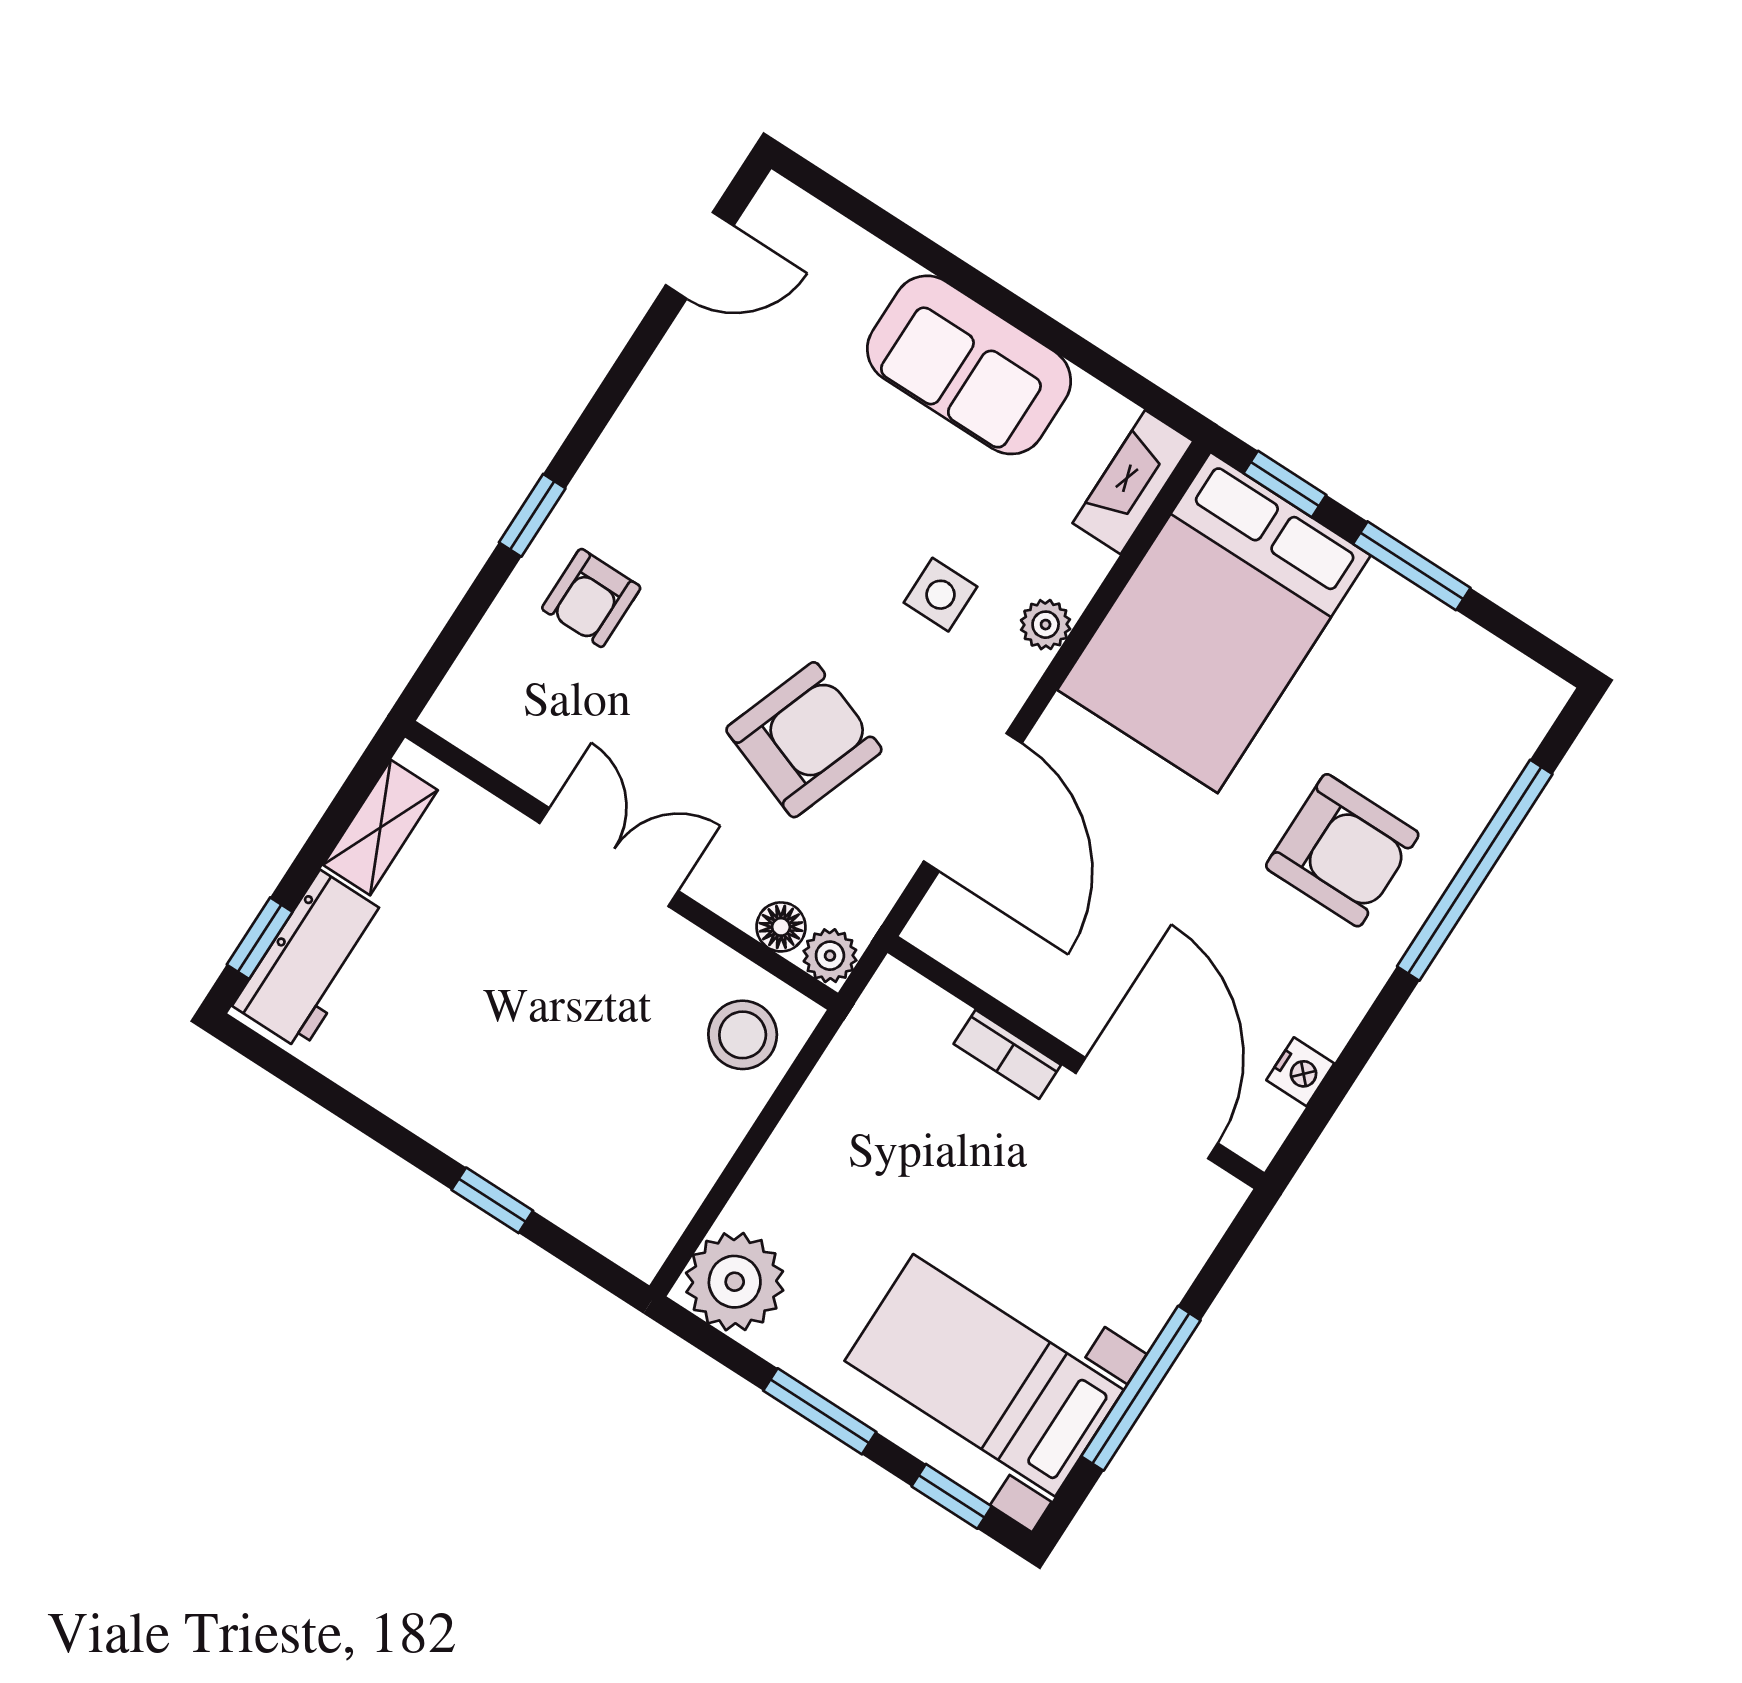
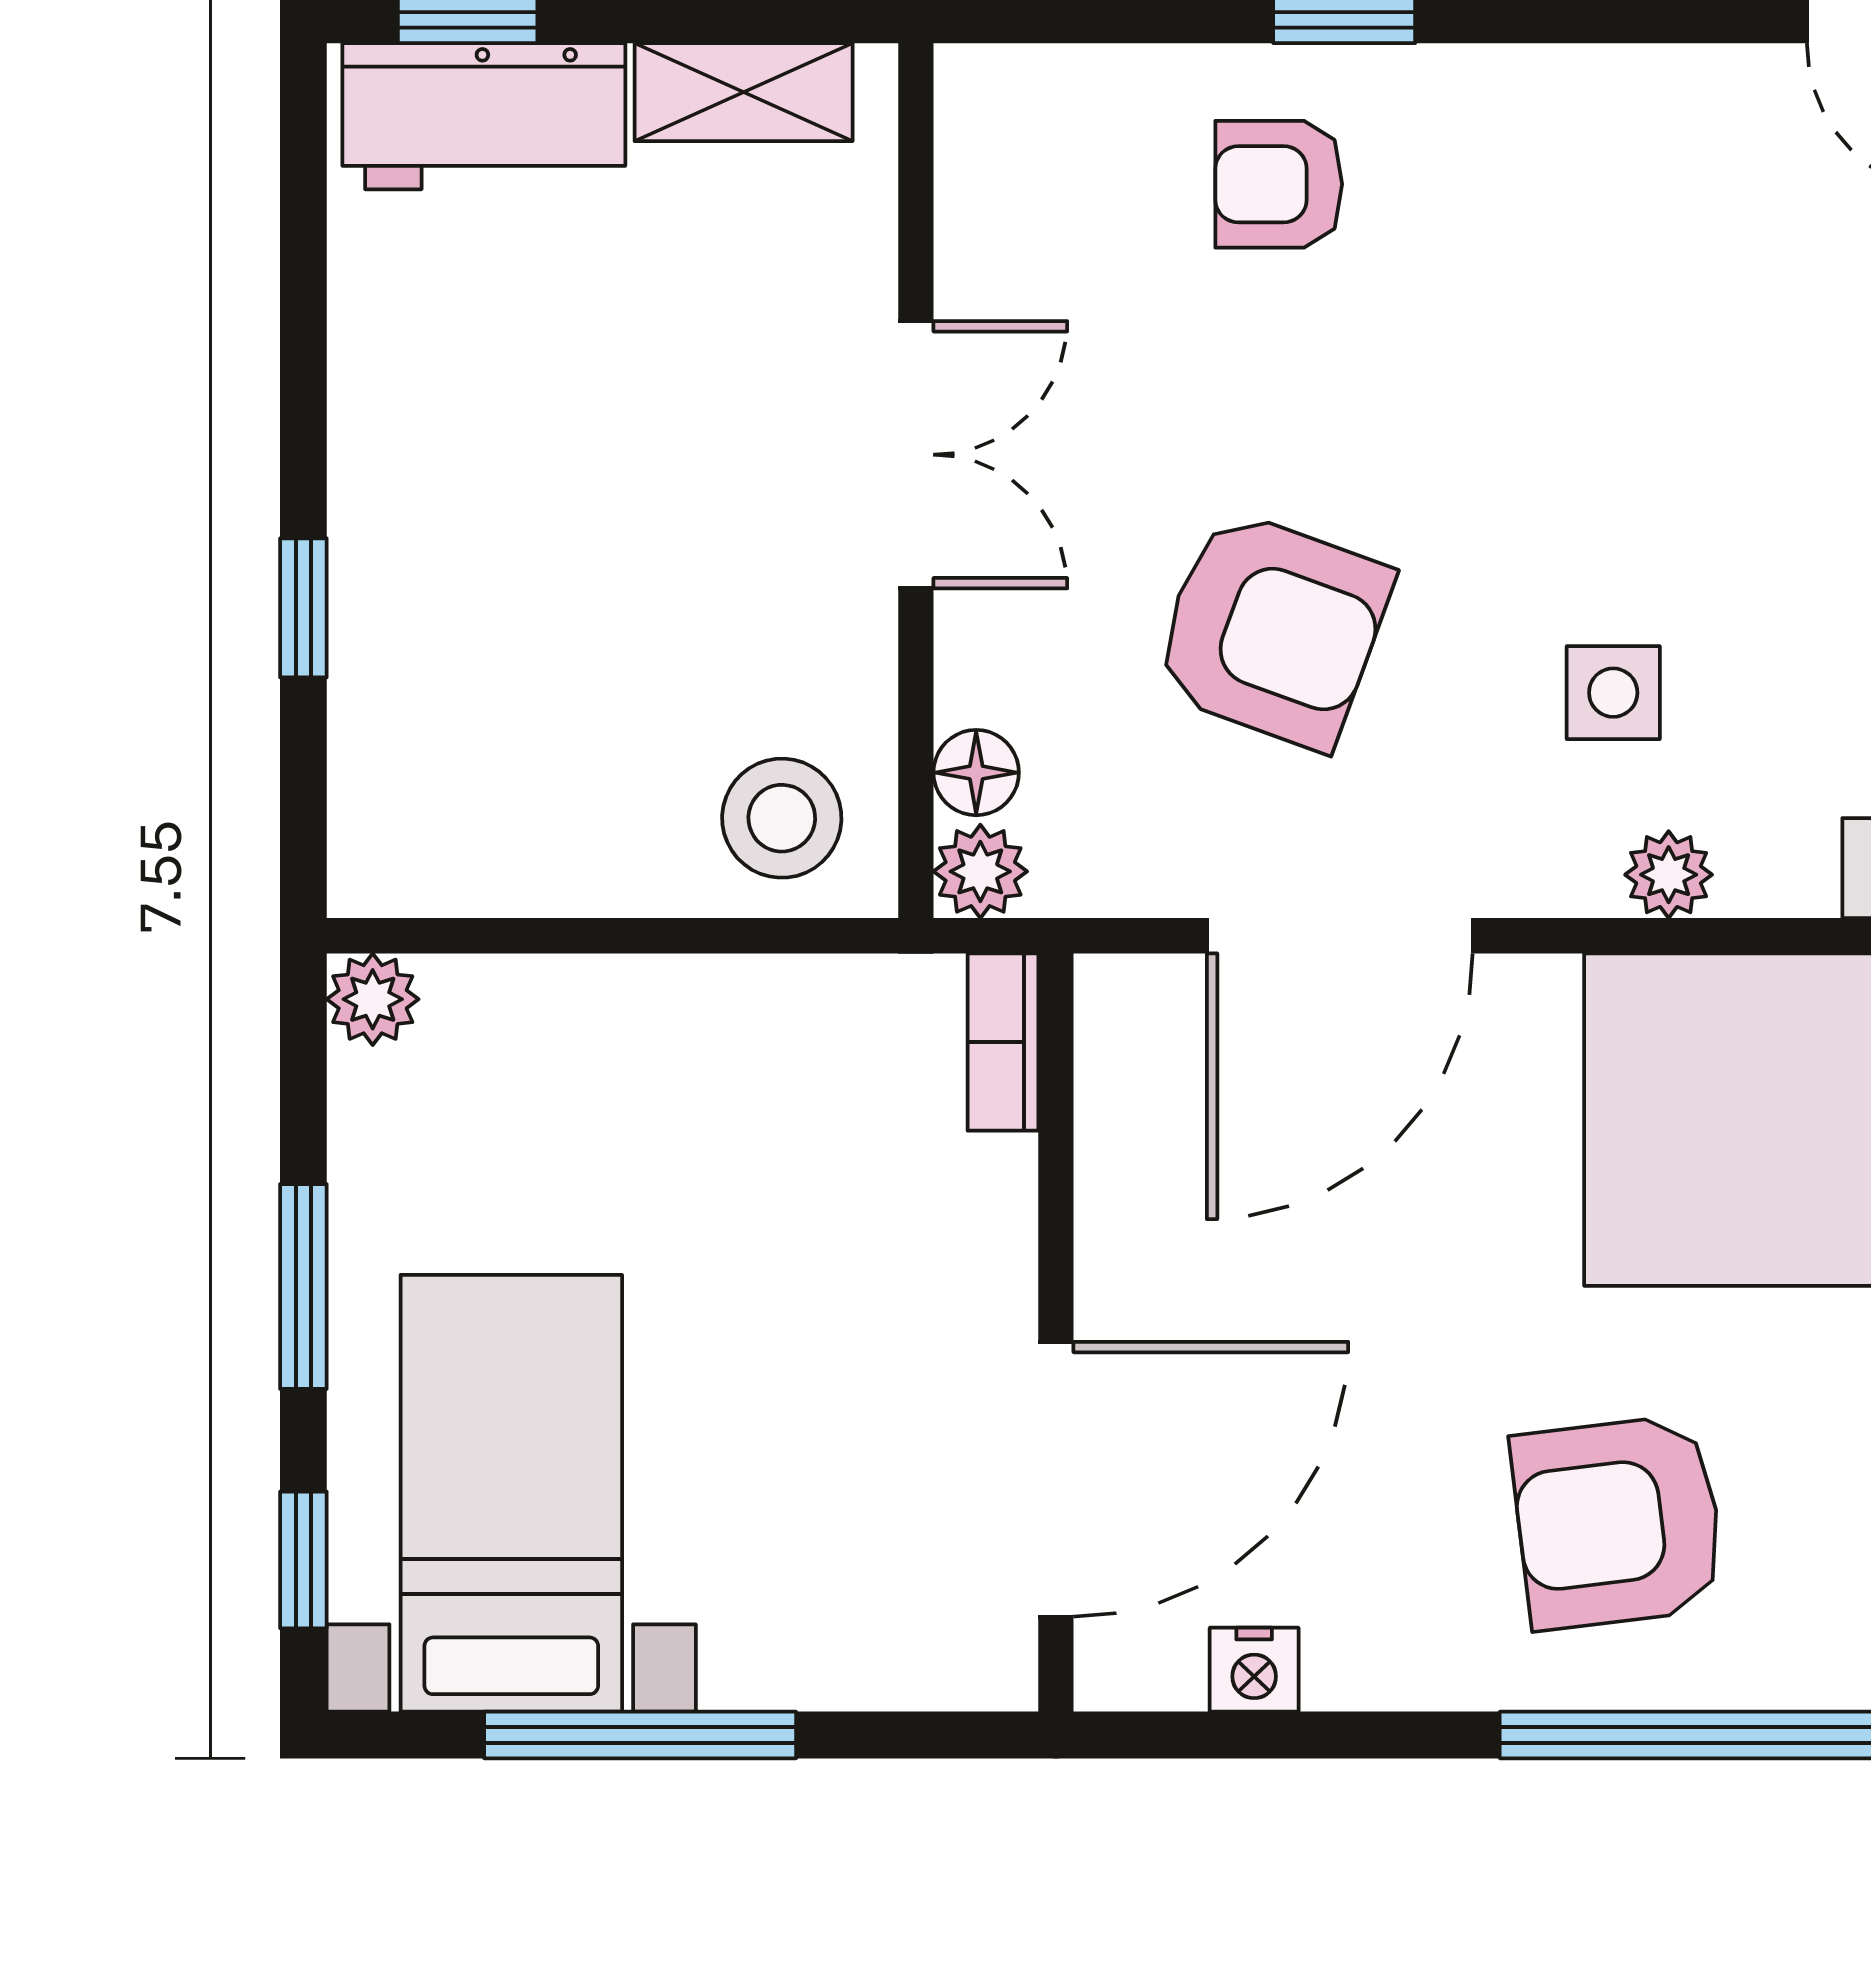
armchair: (1342, 850) -> (1618, 1522), turned 83
bookcase: (1007, 1054) -> (1003, 1042), moved
plant: (735, 1282) -> (373, 999), width x0.53, depth x0.53

